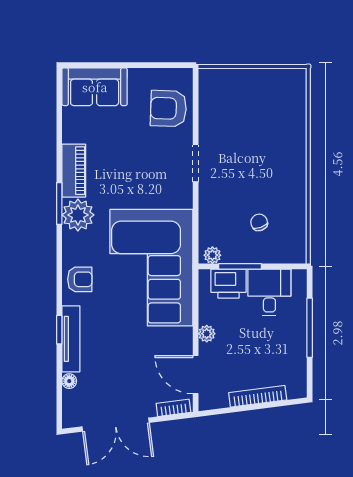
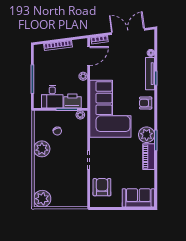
plant: (290, 85) -> (42, 199), added
armchair: (168, 108) -> (102, 187), turned -92
plant: (291, 186) -> (42, 149), added
door: (196, 375) -> (89, 56), hinge flipped

